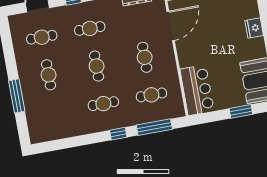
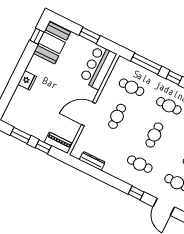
door: (171, 26) -> (89, 114), moved
window: (241, 111) -> (90, 36), moved

